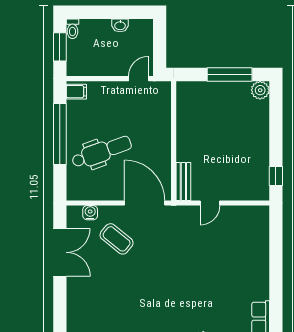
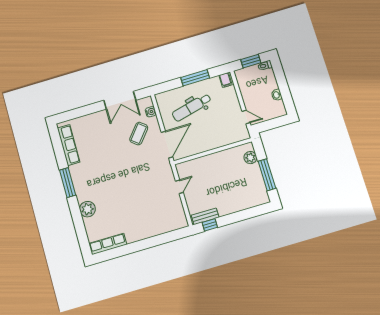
plant: (260, 90) -> (250, 158), moved
window: (60, 134) -> (195, 78), width x0.68
dental chair: (102, 152) -> (192, 107), turned 96
bench: (183, 181) -> (205, 216), moved
door: (210, 203) -> (179, 187), swing flipped

